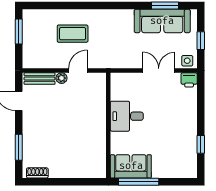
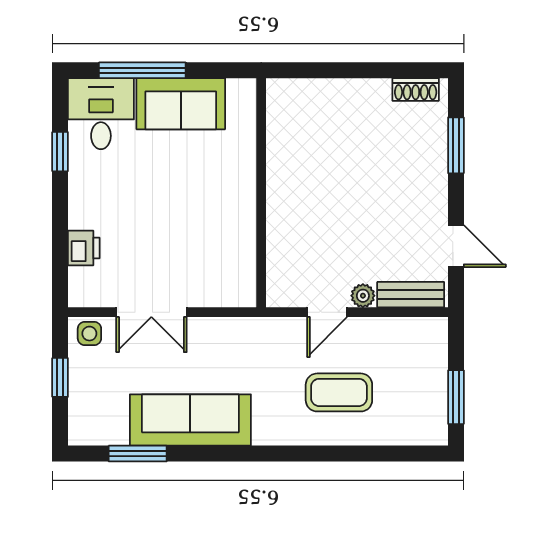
sofa: (162, 21) -> (190, 420), moved
printer: (189, 80) -> (84, 248), moved, turned 90
desk: (127, 116) -> (101, 114), moved, turned -90
sofa: (131, 166) -> (181, 104), moved
window: (139, 182) -> (142, 70), moved

